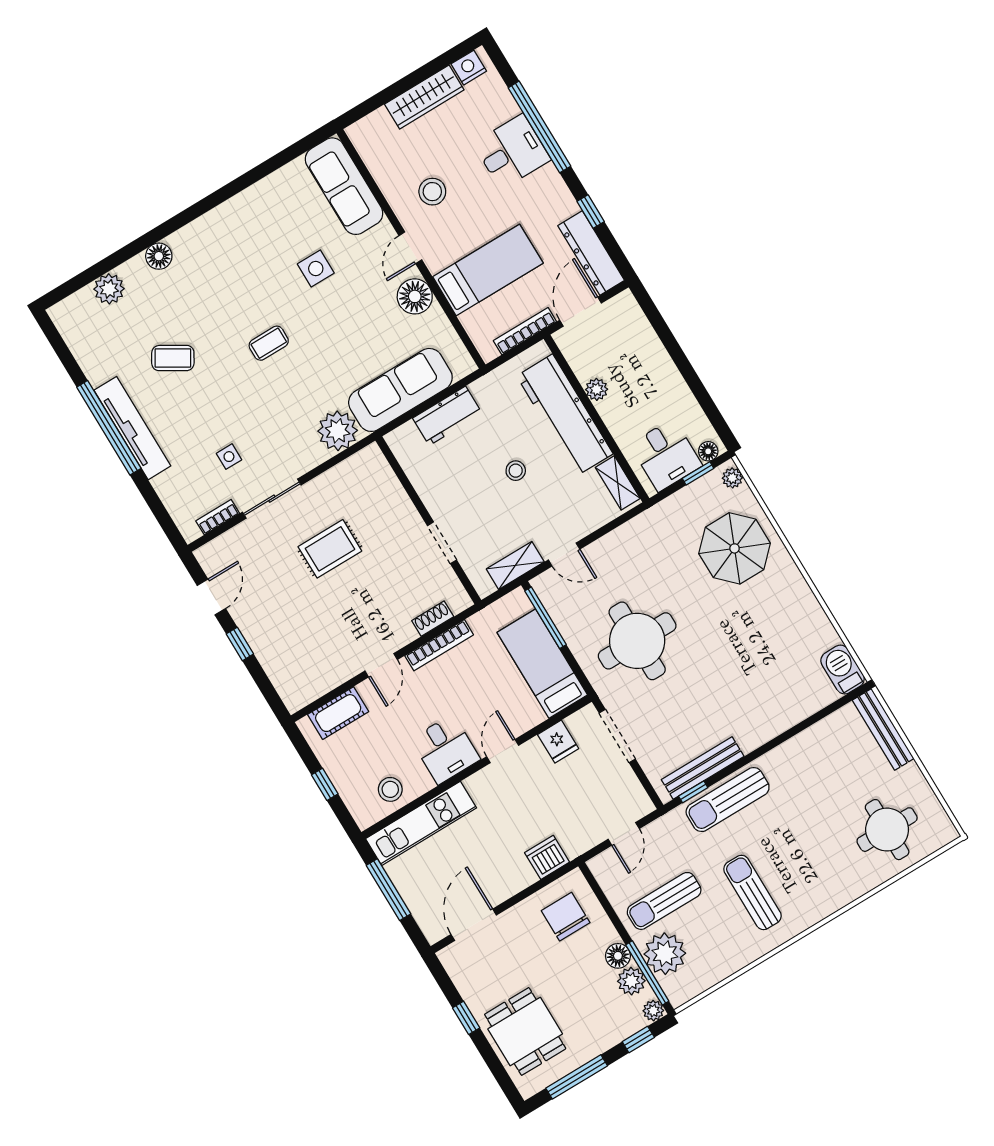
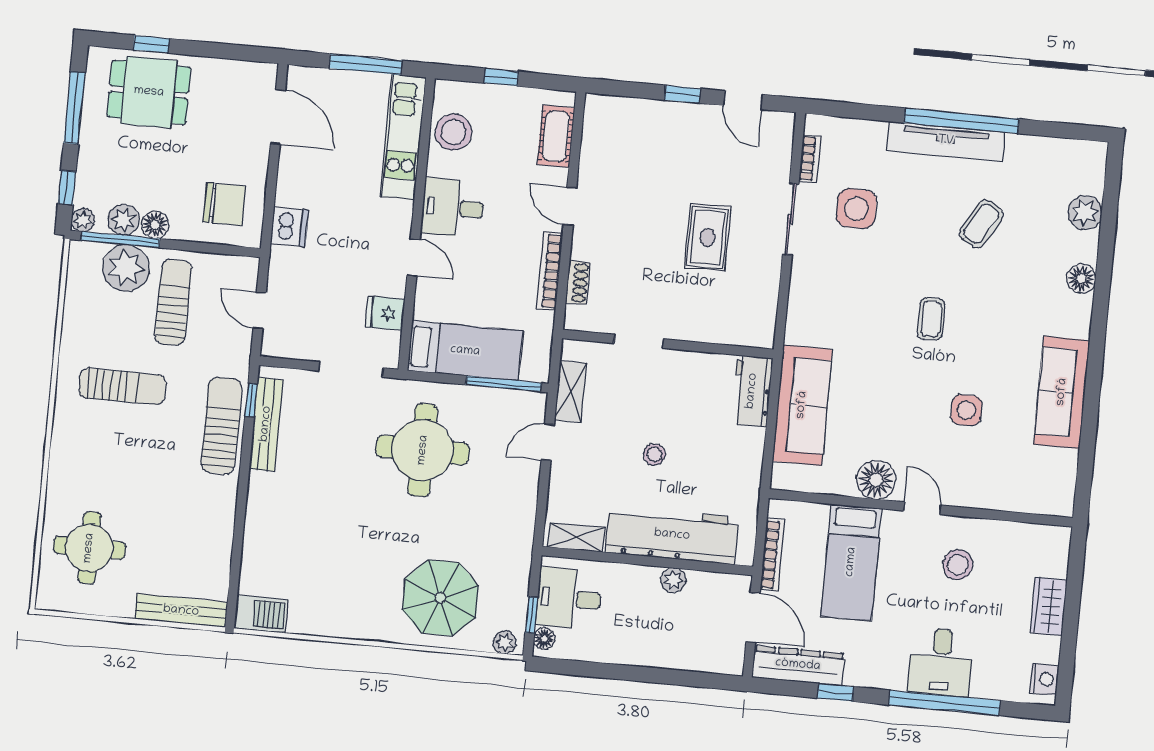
wardrobe: (424, 97) -> (1049, 606), width x0.67
sofa: (344, 186) -> (1062, 392), moved, turned -90
workbench: (447, 416) -> (752, 391), moved
plant: (338, 431) -> (807, 322), removed
side table: (229, 457) -> (856, 209), width x1.87, depth x1.87
stool: (390, 789) -> (454, 132), width x1.38, depth x1.38
window: (466, 1018) -> (151, 44), moved

